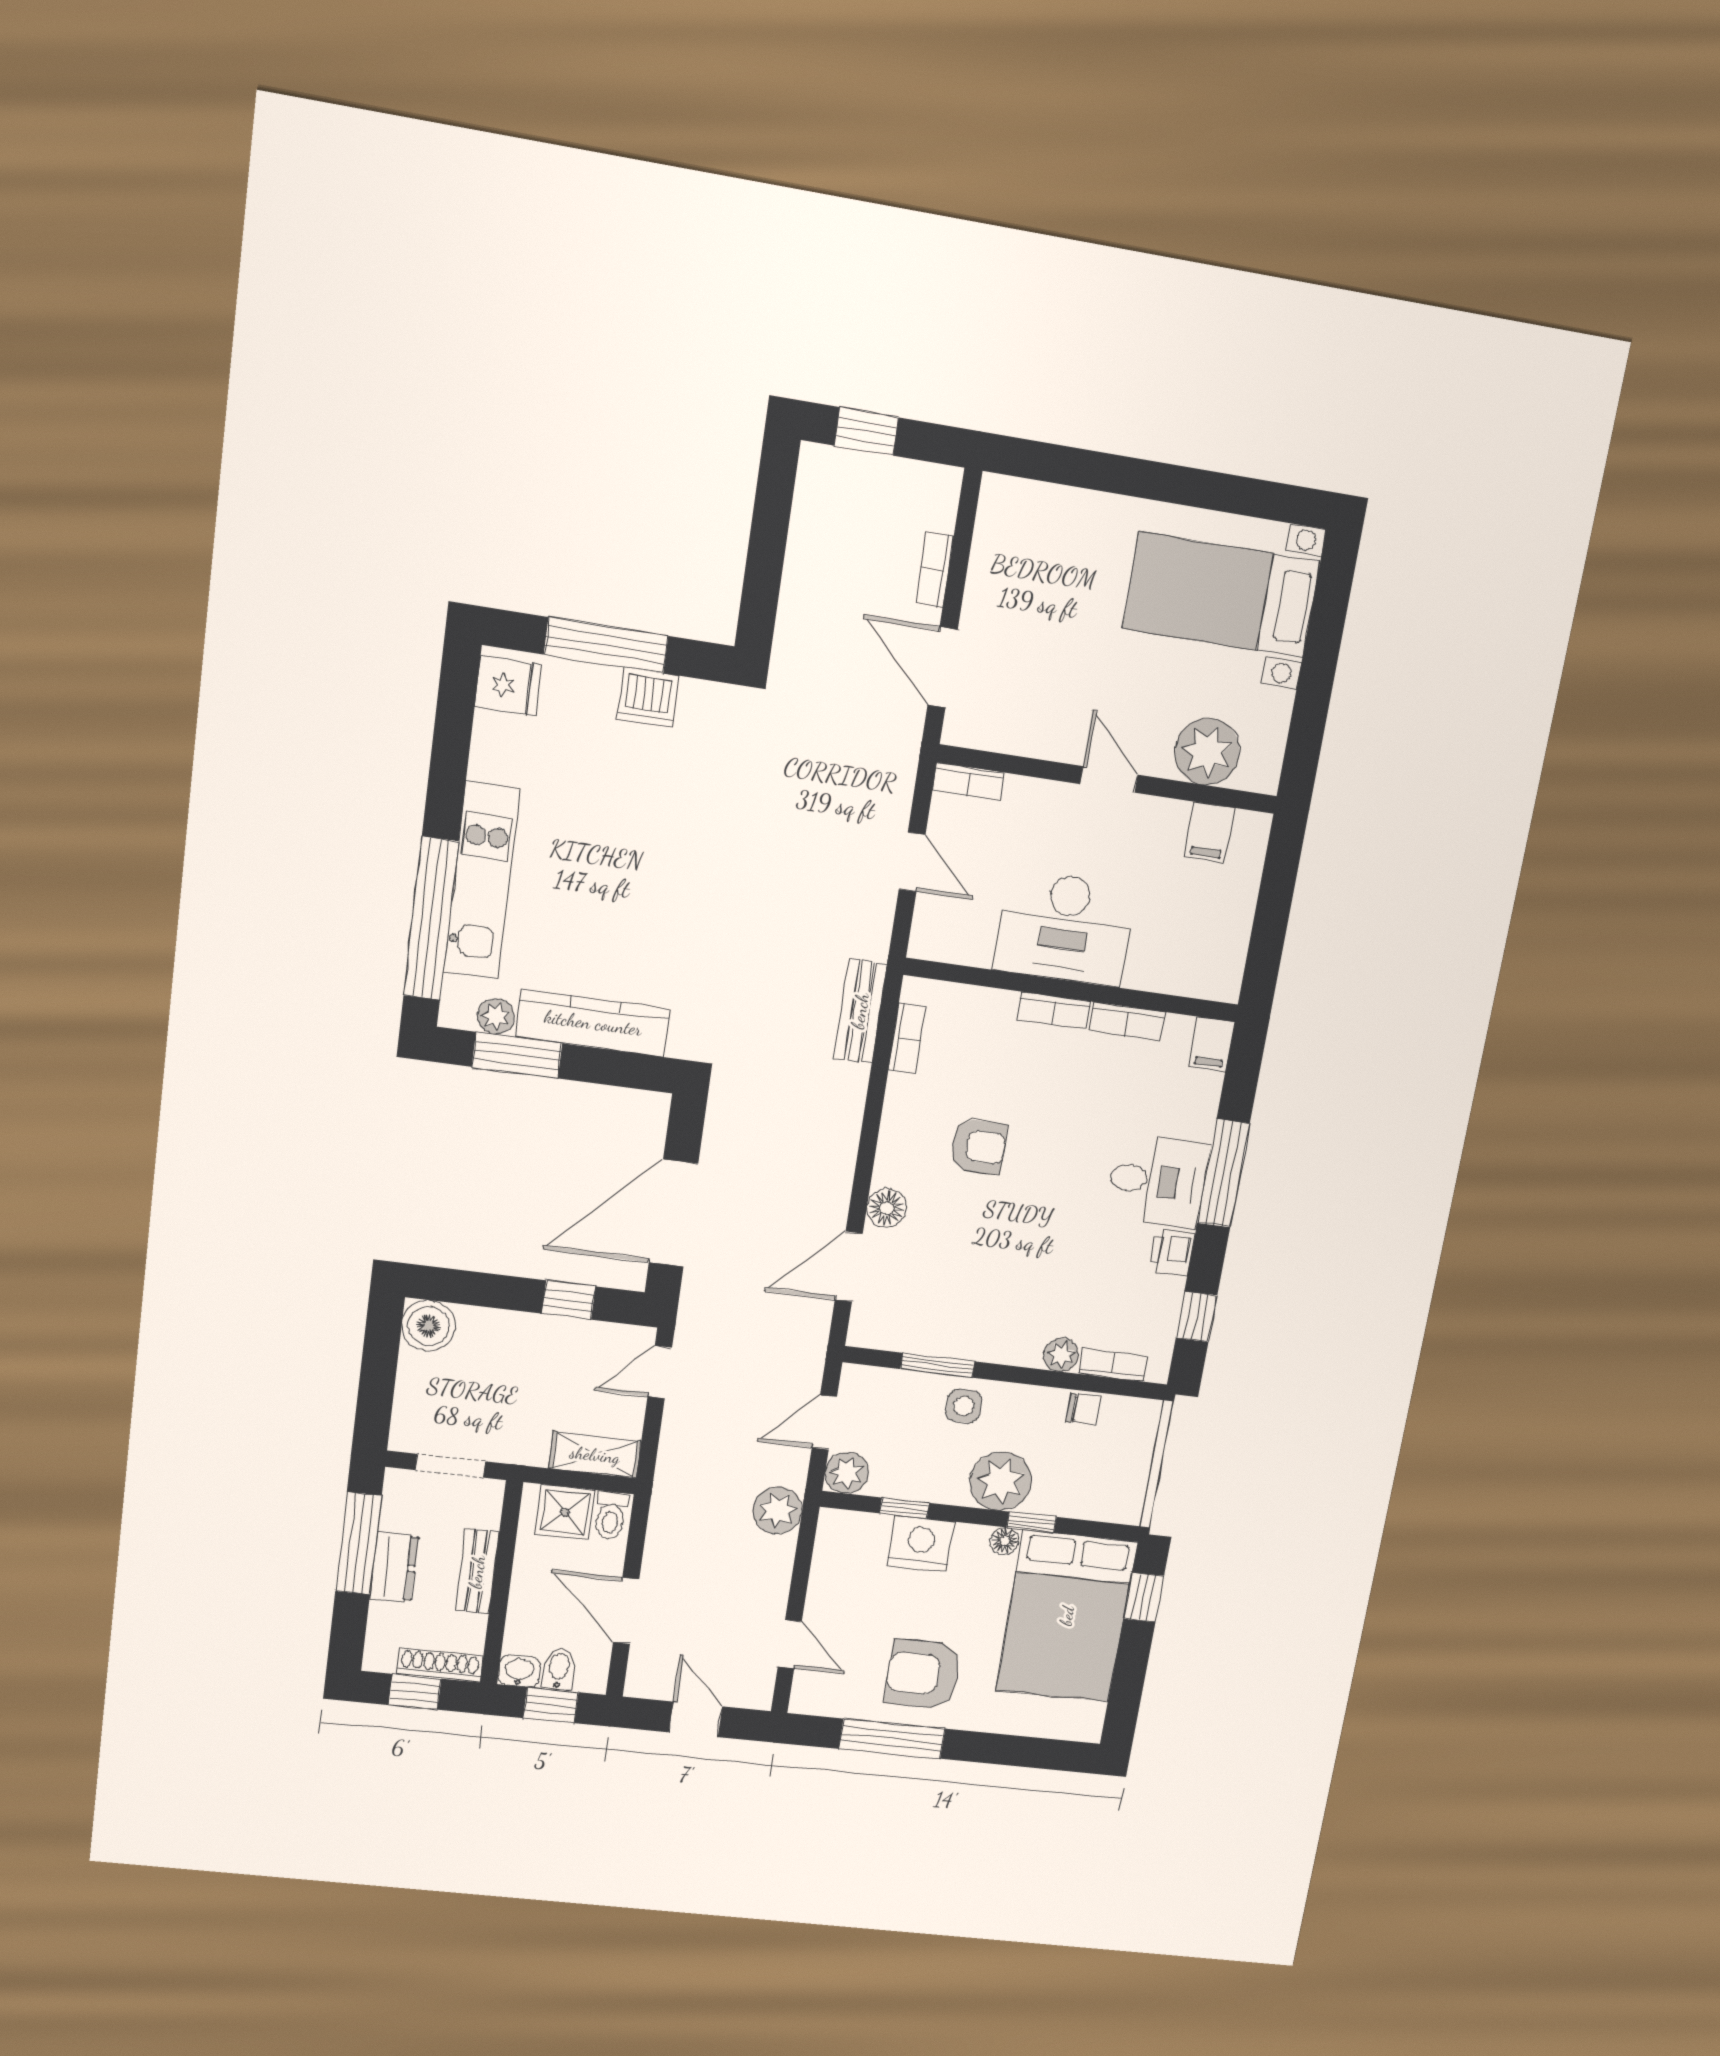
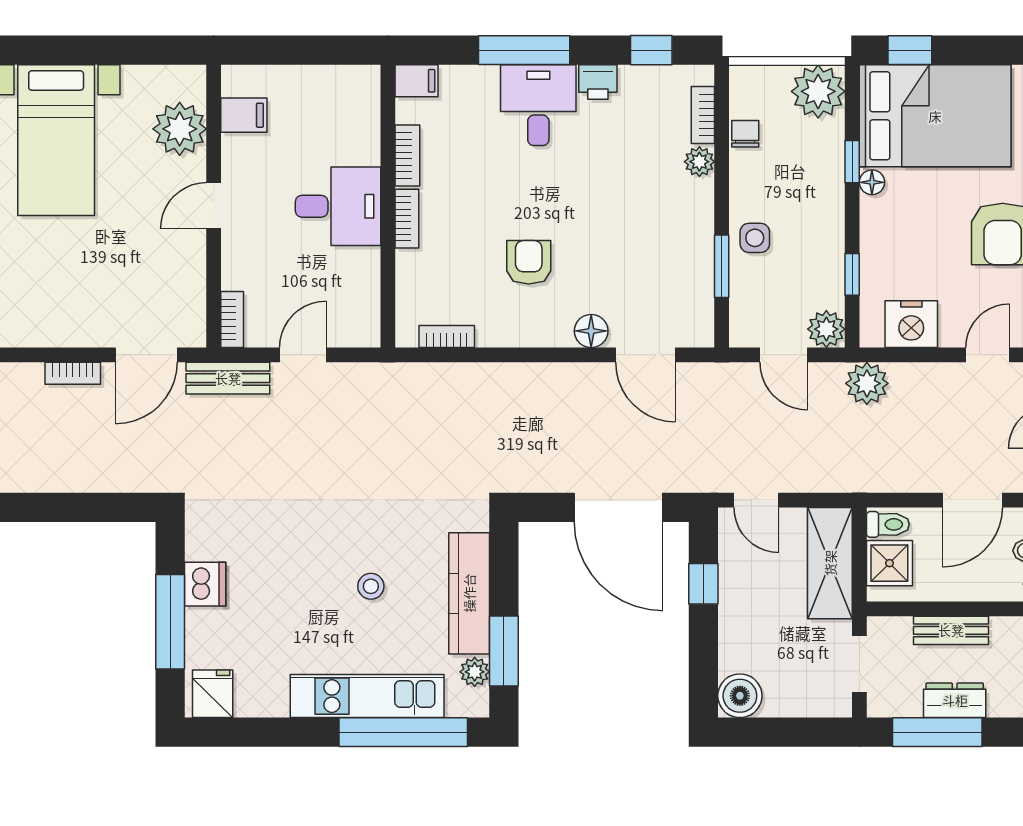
stool: (618, 904) -> (371, 586), added
desk: (1065, 928) -> (338, 206), width x0.73
bench: (860, 1011) -> (228, 378), moved
shelving: (595, 1455) -> (830, 563), width x1.50, depth x1.33
plant: (1001, 1481) -> (818, 91), moved
nightstand: (921, 1544) -> (911, 324), moved, turned -90

